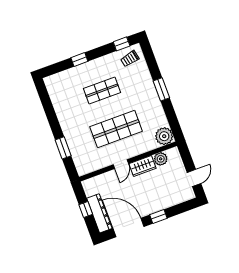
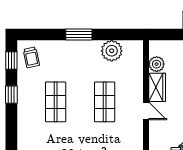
window: (79, 59) -> (11, 95), moved
shop shelf: (116, 129) -> (105, 102), width x0.70, depth x0.74
plant: (164, 136) -> (112, 51), moved

